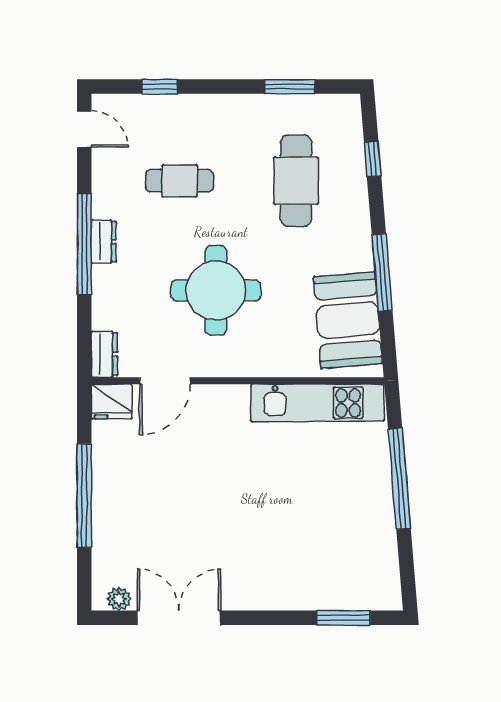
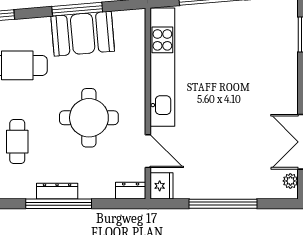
dresser: (104, 242) -> (57, 191), width x1.44
booth: (348, 320) -> (83, 34), moved
kitchen unit: (317, 403) -> (162, 67), width x1.36

